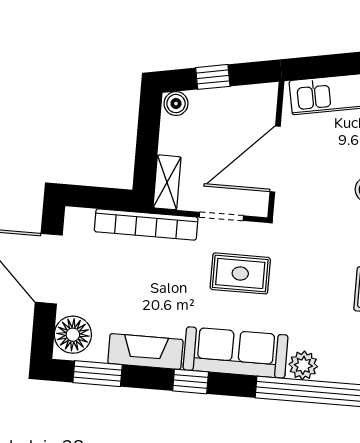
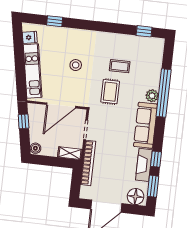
window: (213, 77) -> (24, 121), moved
door: (275, 159) -> (61, 105), hinge flipped
rug: (240, 273) -> (110, 92), moved
window: (191, 381) -> (156, 159), moved

